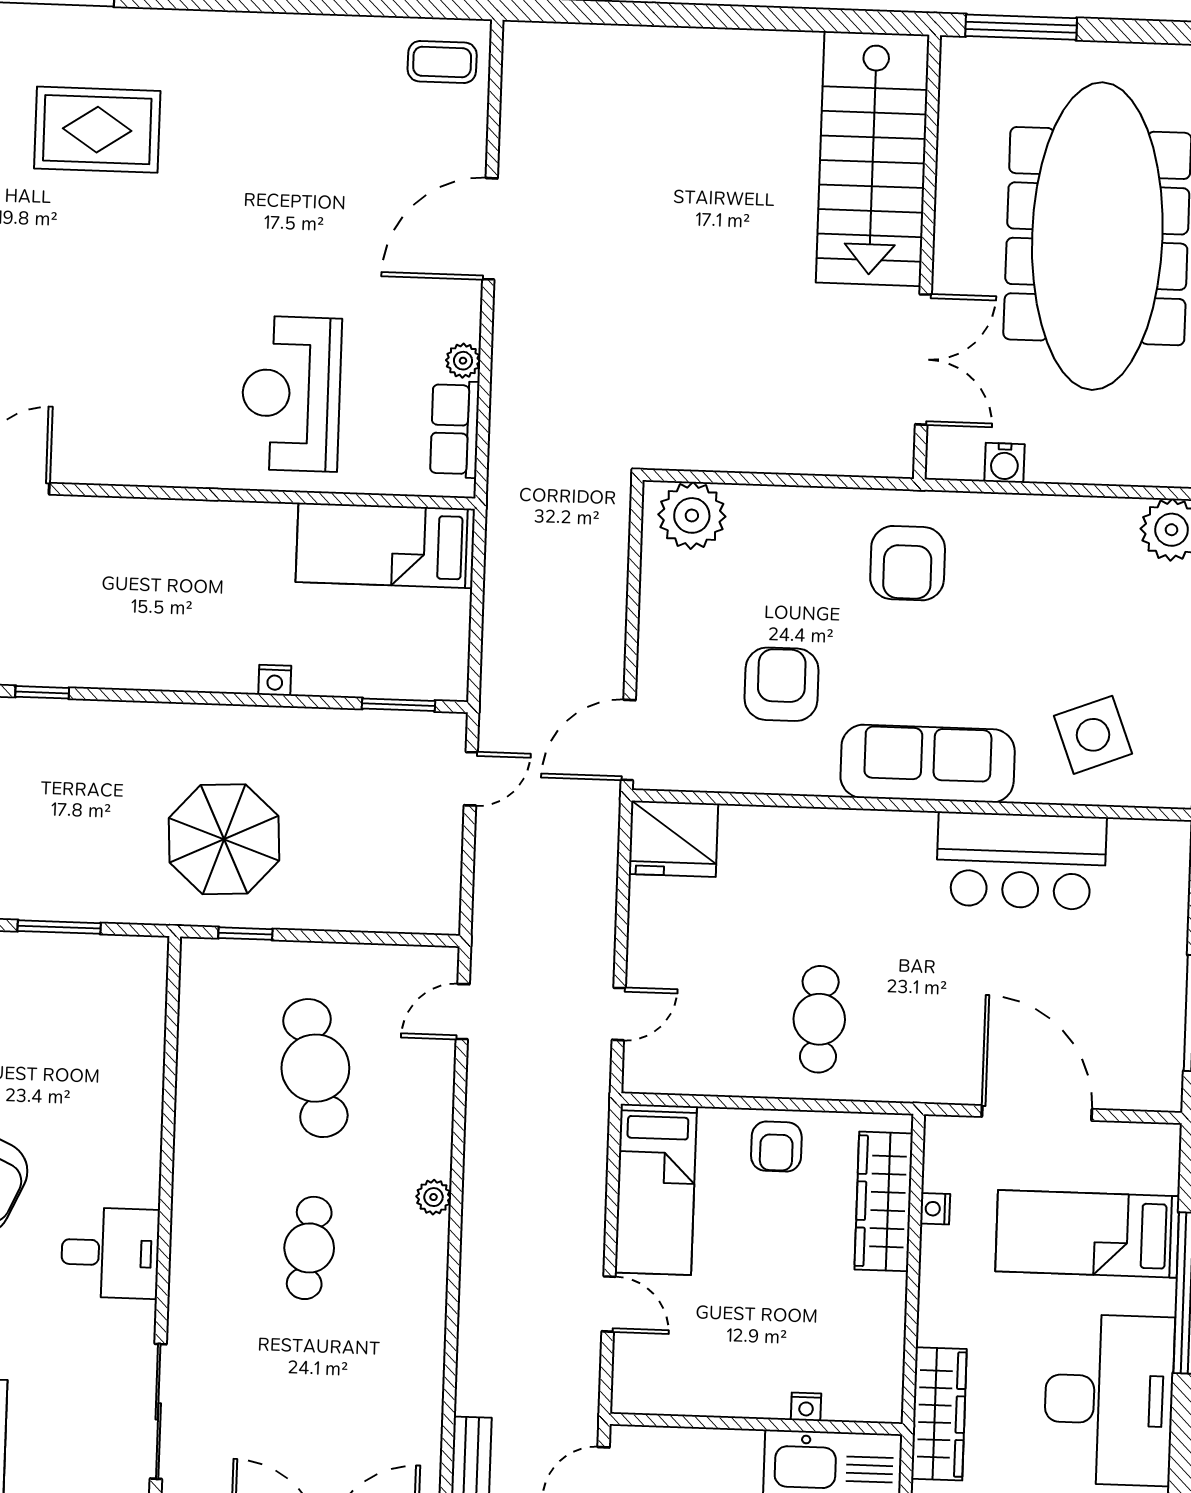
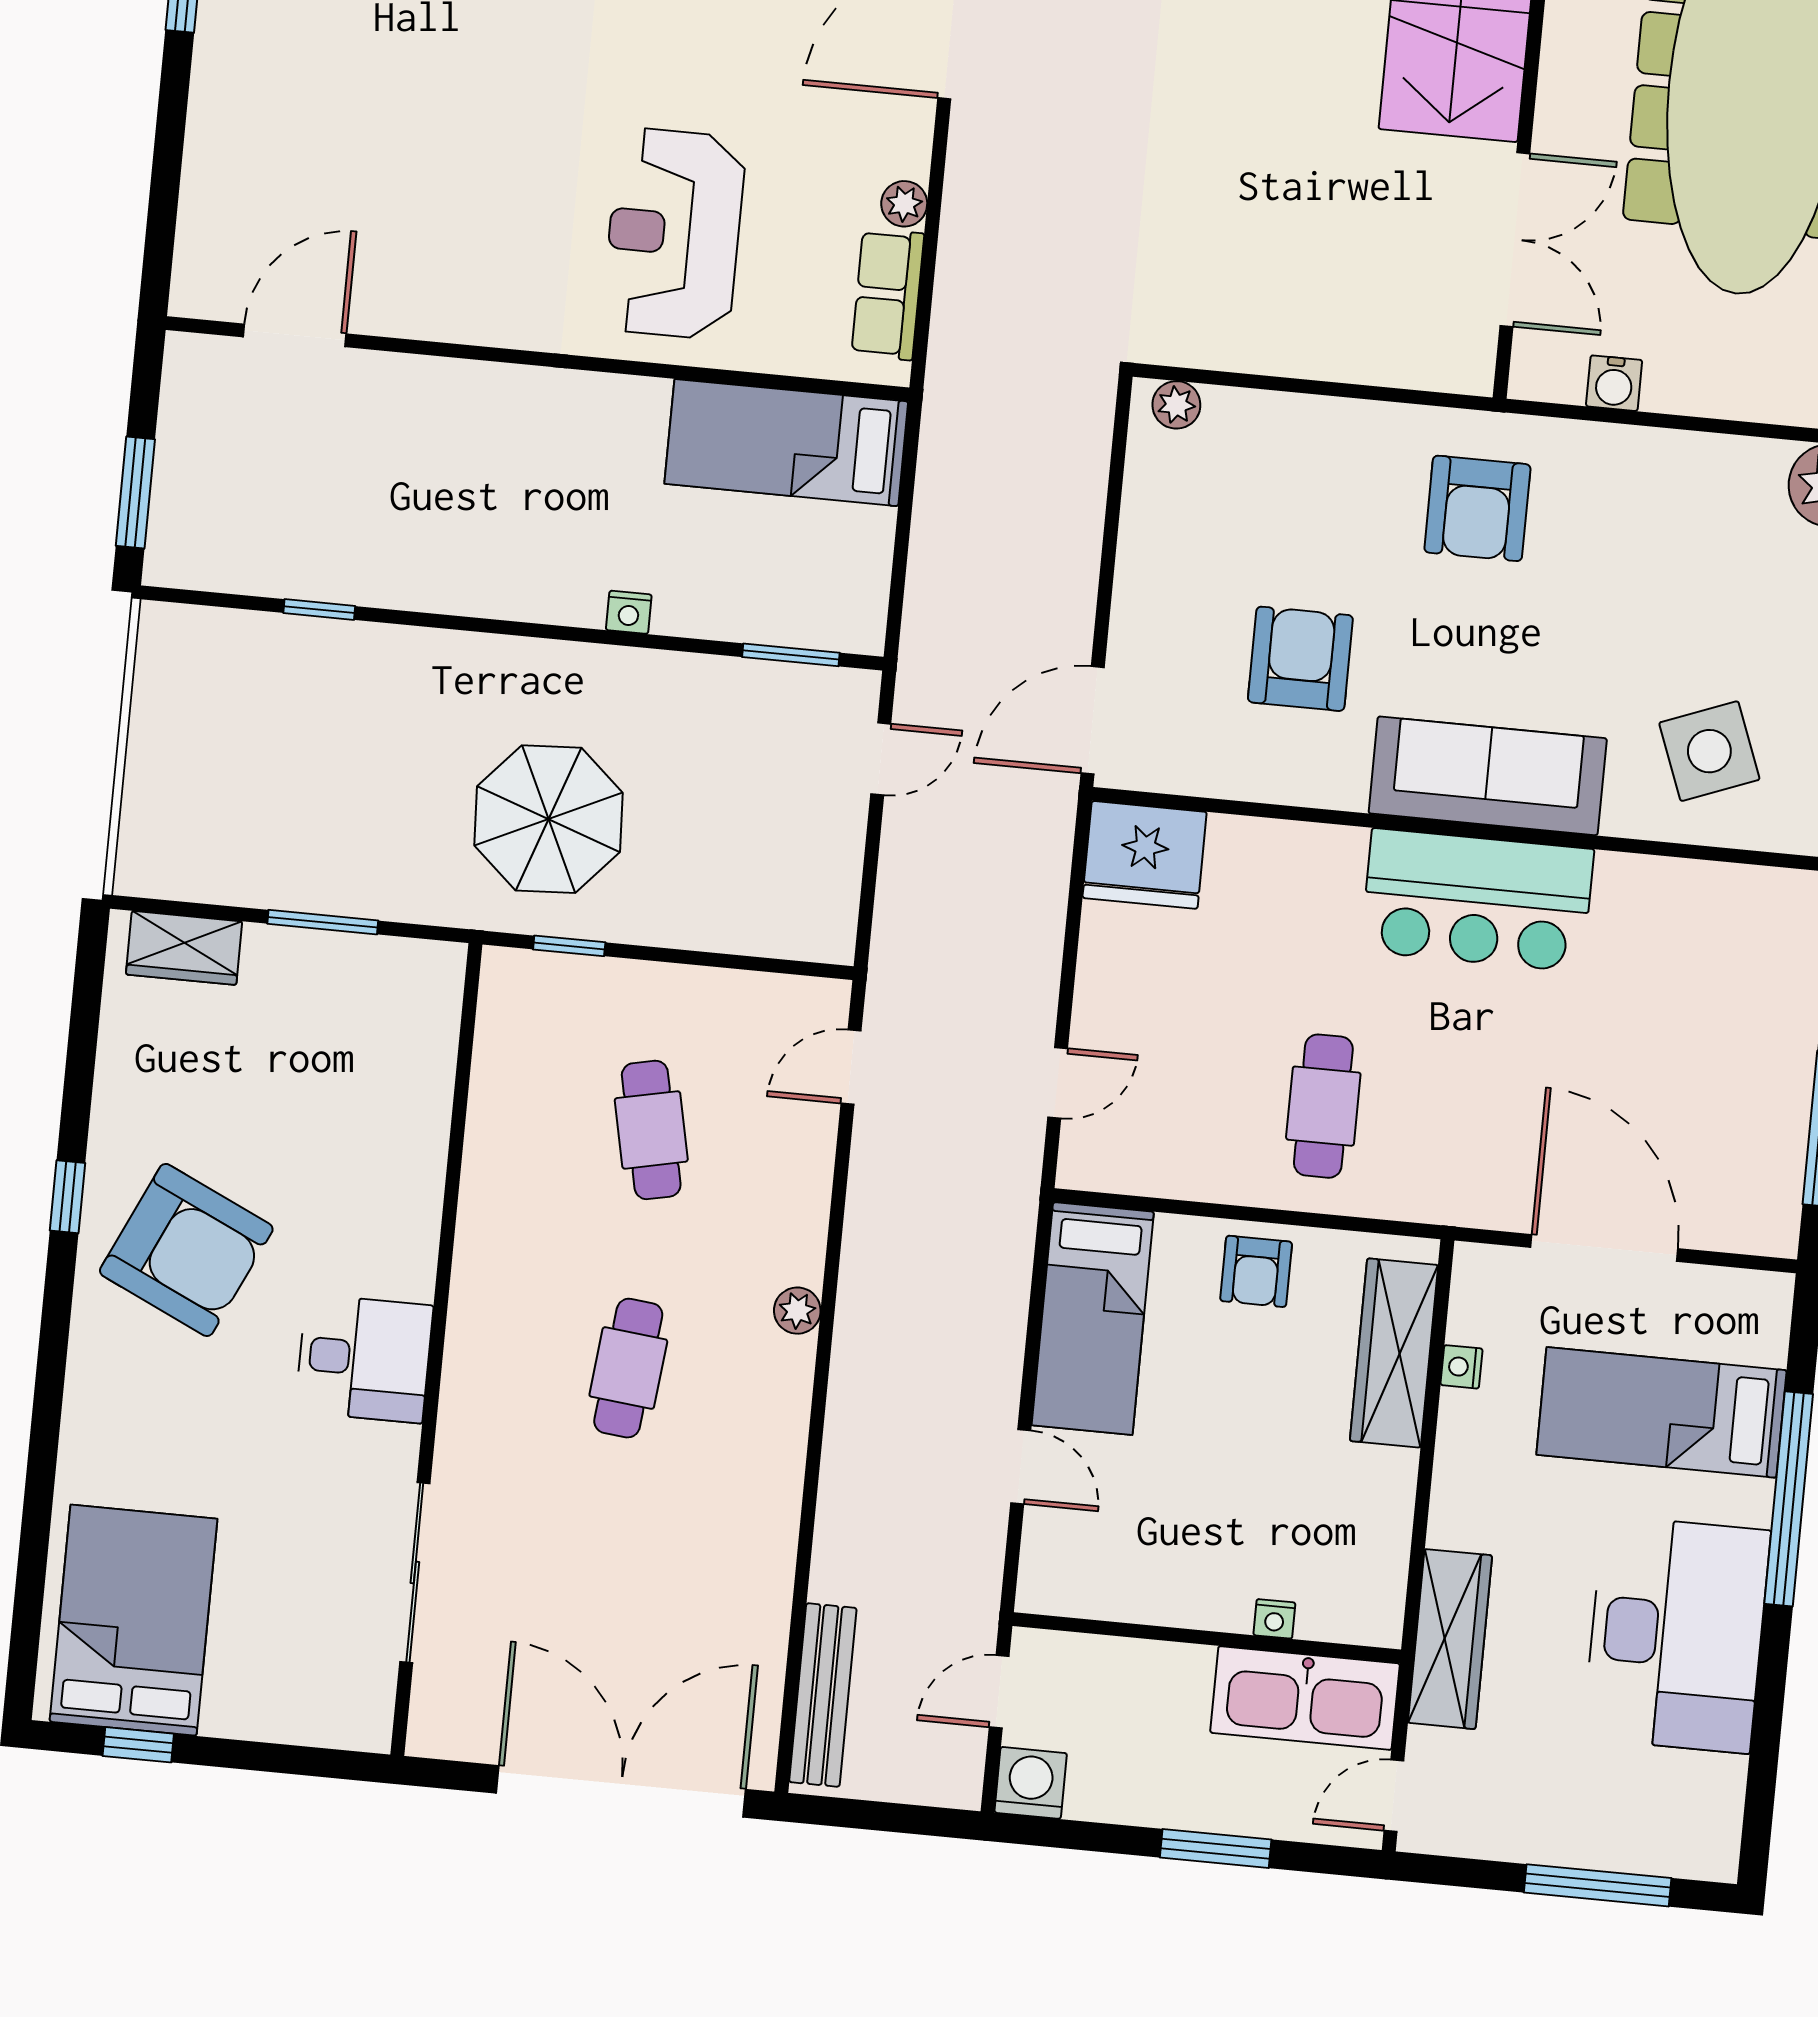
plant: (692, 515) -> (1176, 405), width x0.53, depth x0.53
bar counter: (1021, 861) -> (1477, 900), moved
cafe table: (315, 1068) -> (651, 1130), width x0.73, depth x0.74

